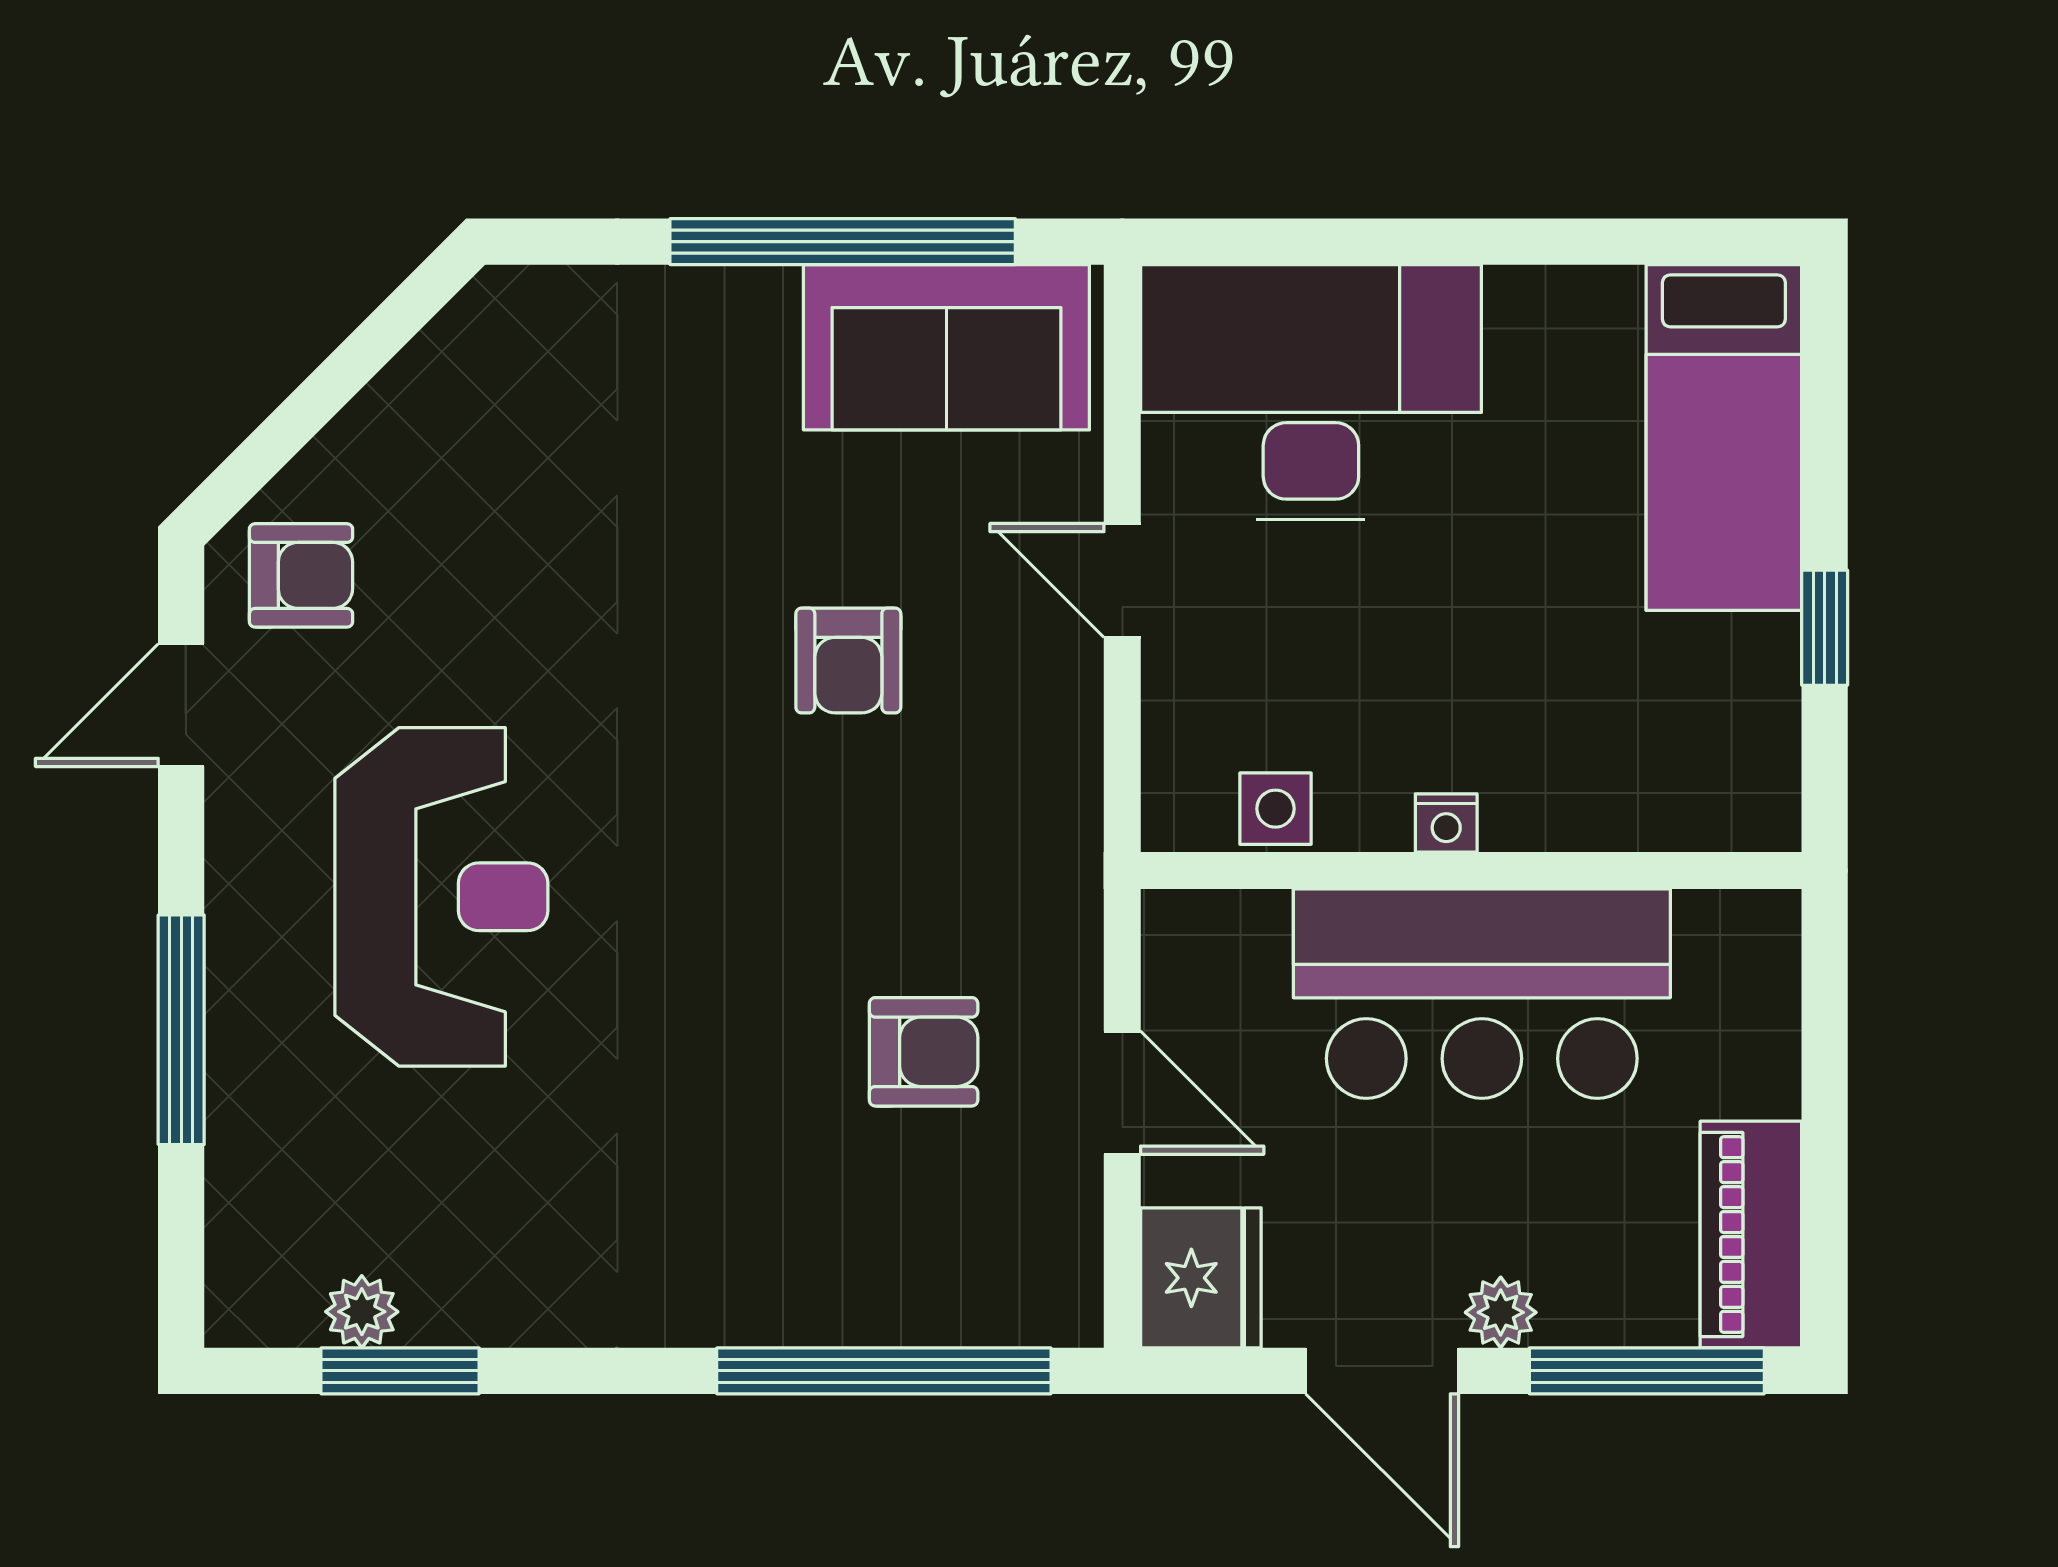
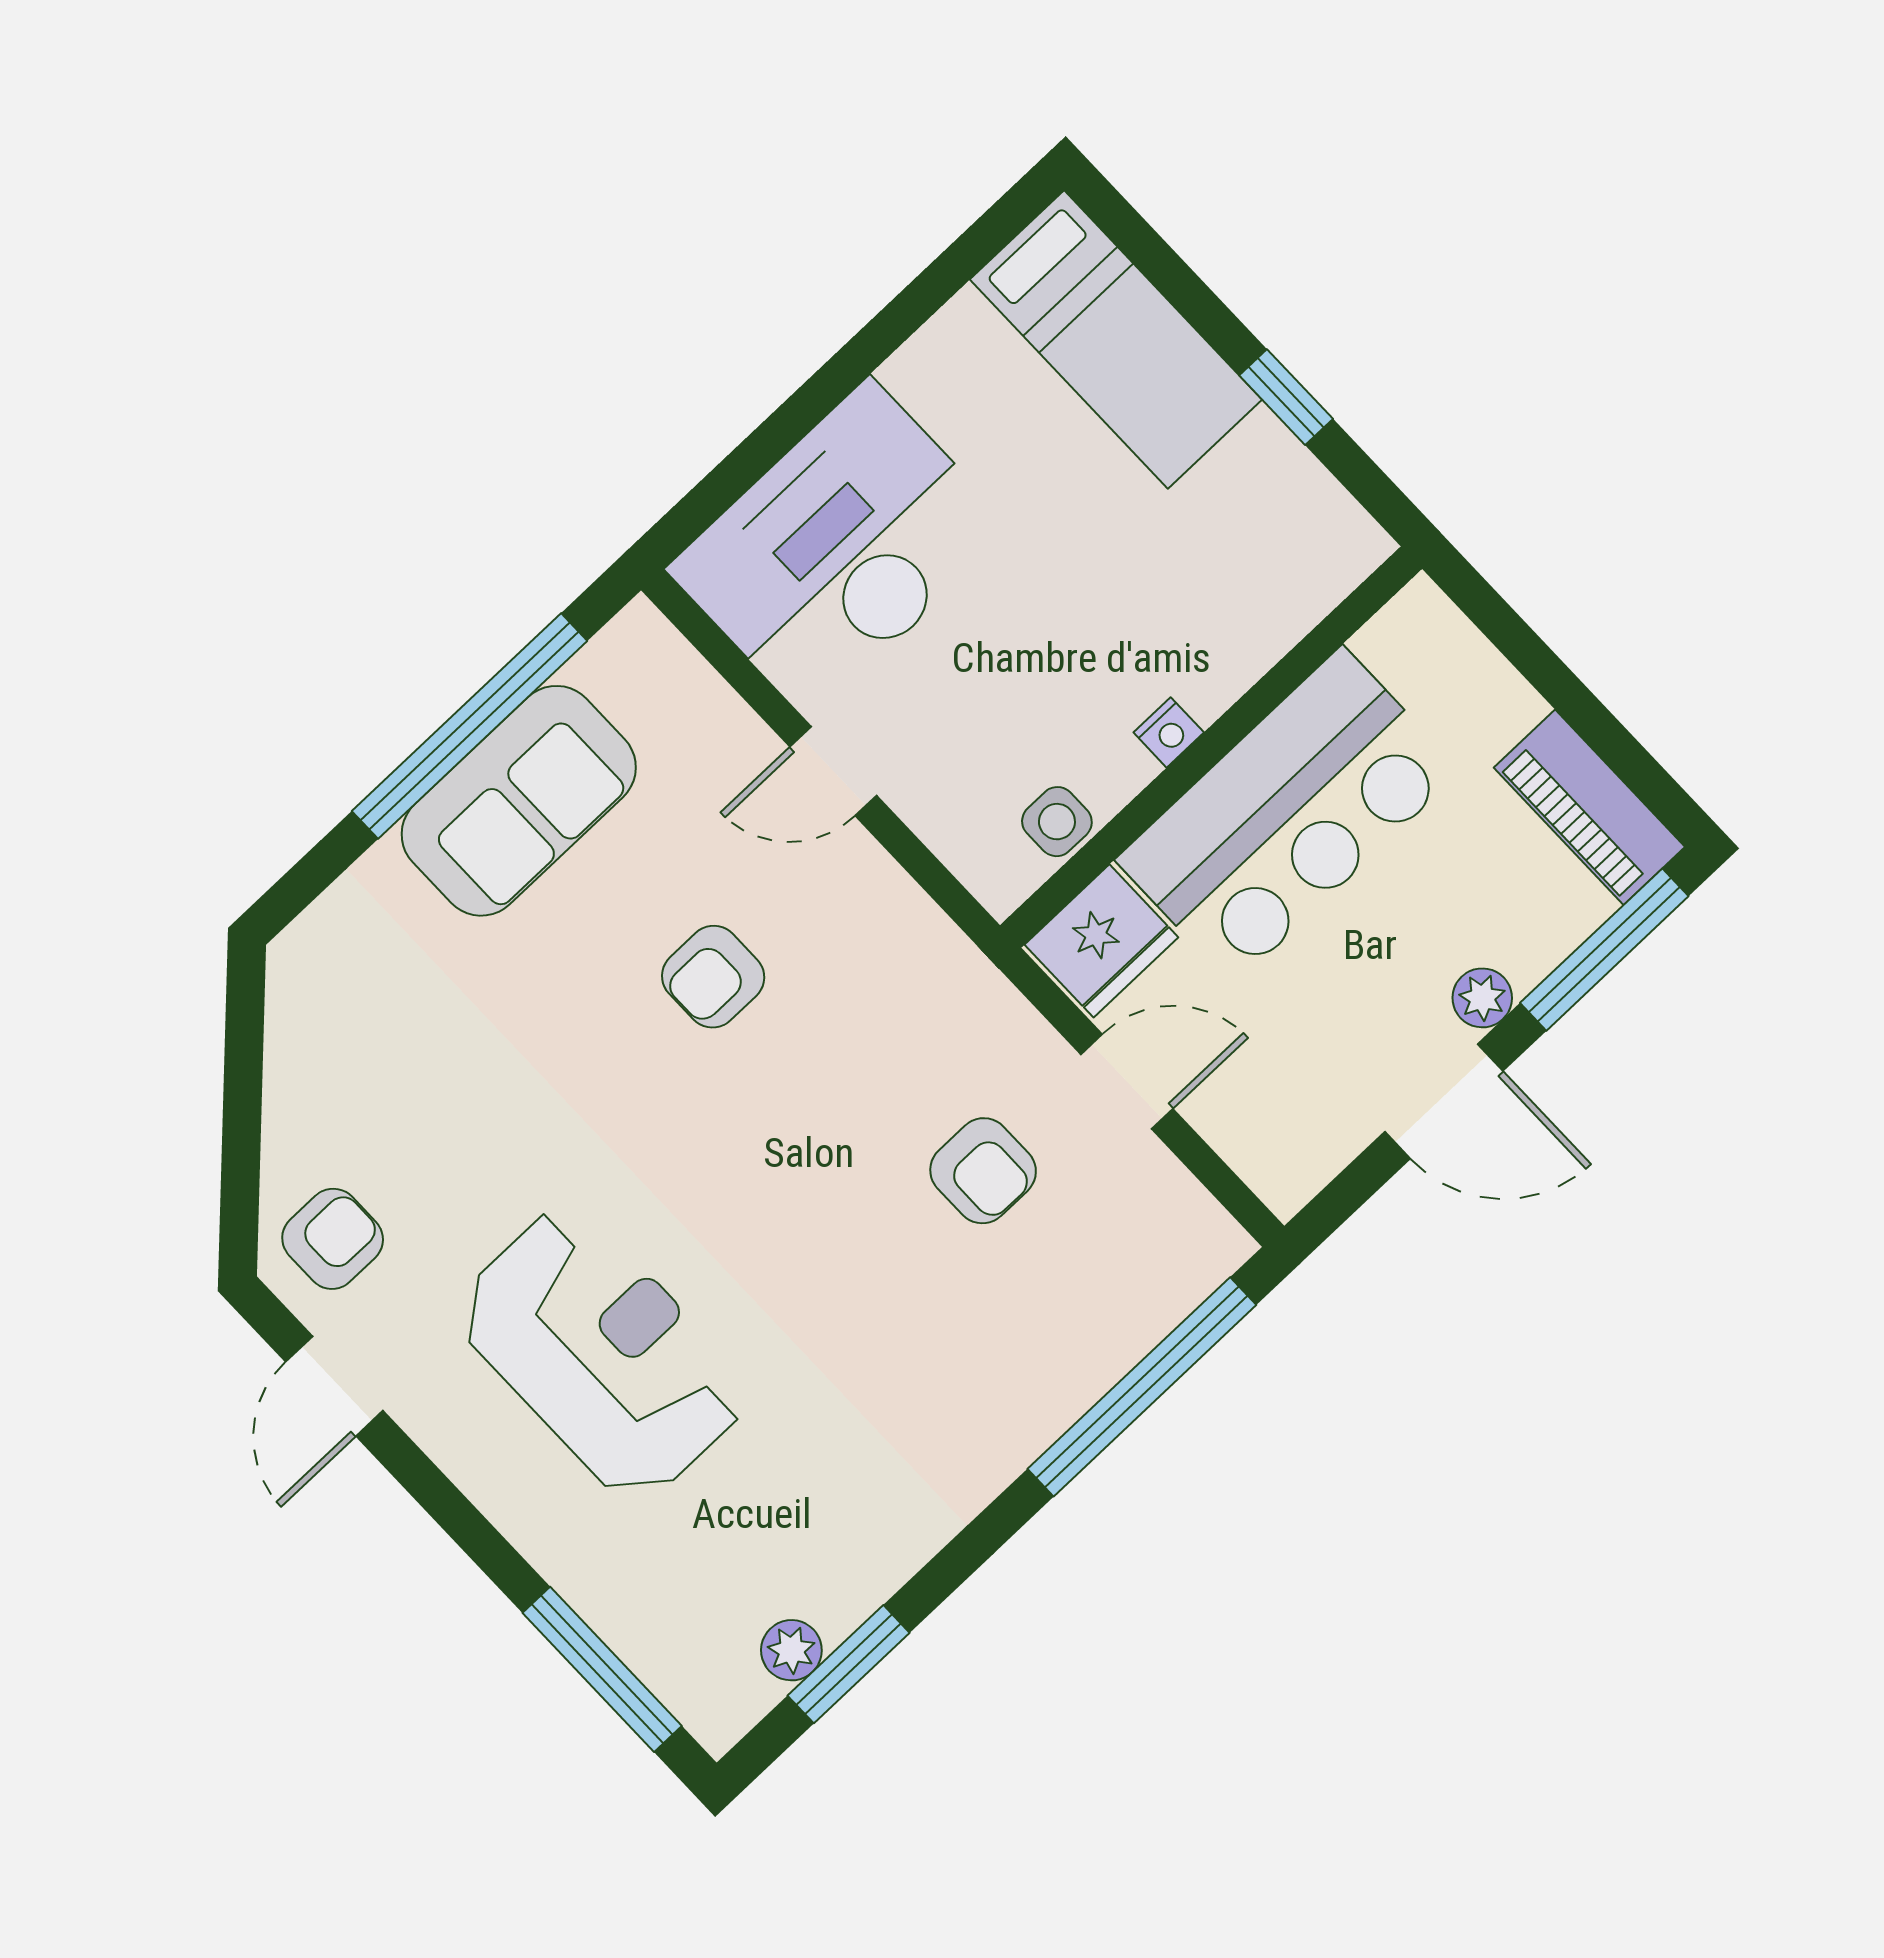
sofa: (946, 347) -> (519, 801), moved
armchair: (848, 660) -> (713, 977), turned 90
window: (181, 1030) -> (602, 1669), moved
armchair: (924, 1052) -> (983, 1171), turned 90
fridge: (1201, 1278) -> (1101, 941), moved, turned 90

